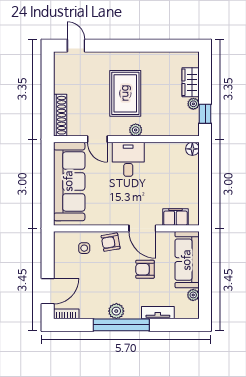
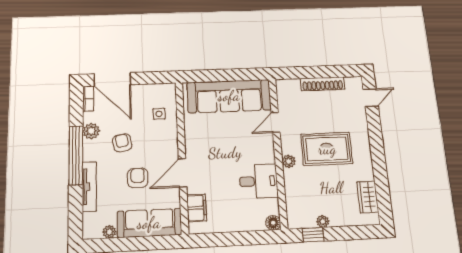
wardrobe: (191, 82) -> (368, 197), moved, turned -90
shoe rack: (60, 115) -> (323, 84), moved
desk: (128, 159) -> (259, 181), moved
armchair: (111, 242) -> (122, 143), moved
door: (48, 291) -> (112, 79), width x1.36
plant: (116, 311) -> (91, 131), moved
tv unit: (158, 313) -> (89, 187), width x1.41

